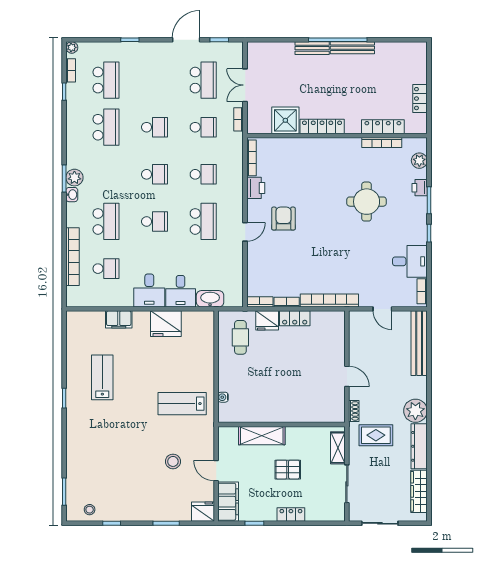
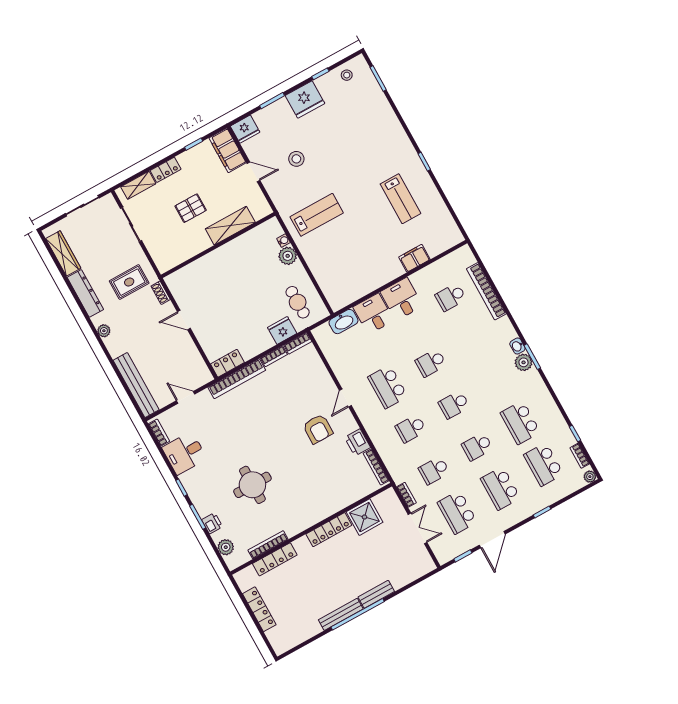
locker: (420, 99) -> (259, 609), width x1.53
school desk: (106, 221) -> (500, 488), moved
locker: (295, 318) -> (227, 363), moved
fridge: (166, 324) -> (305, 100), moved, turned 180
plant: (227, 382) -> (288, 256), added
plant: (415, 411) -> (104, 331), width x0.53, depth x0.53
shelving: (338, 448) -> (138, 185), moved, turned 90

